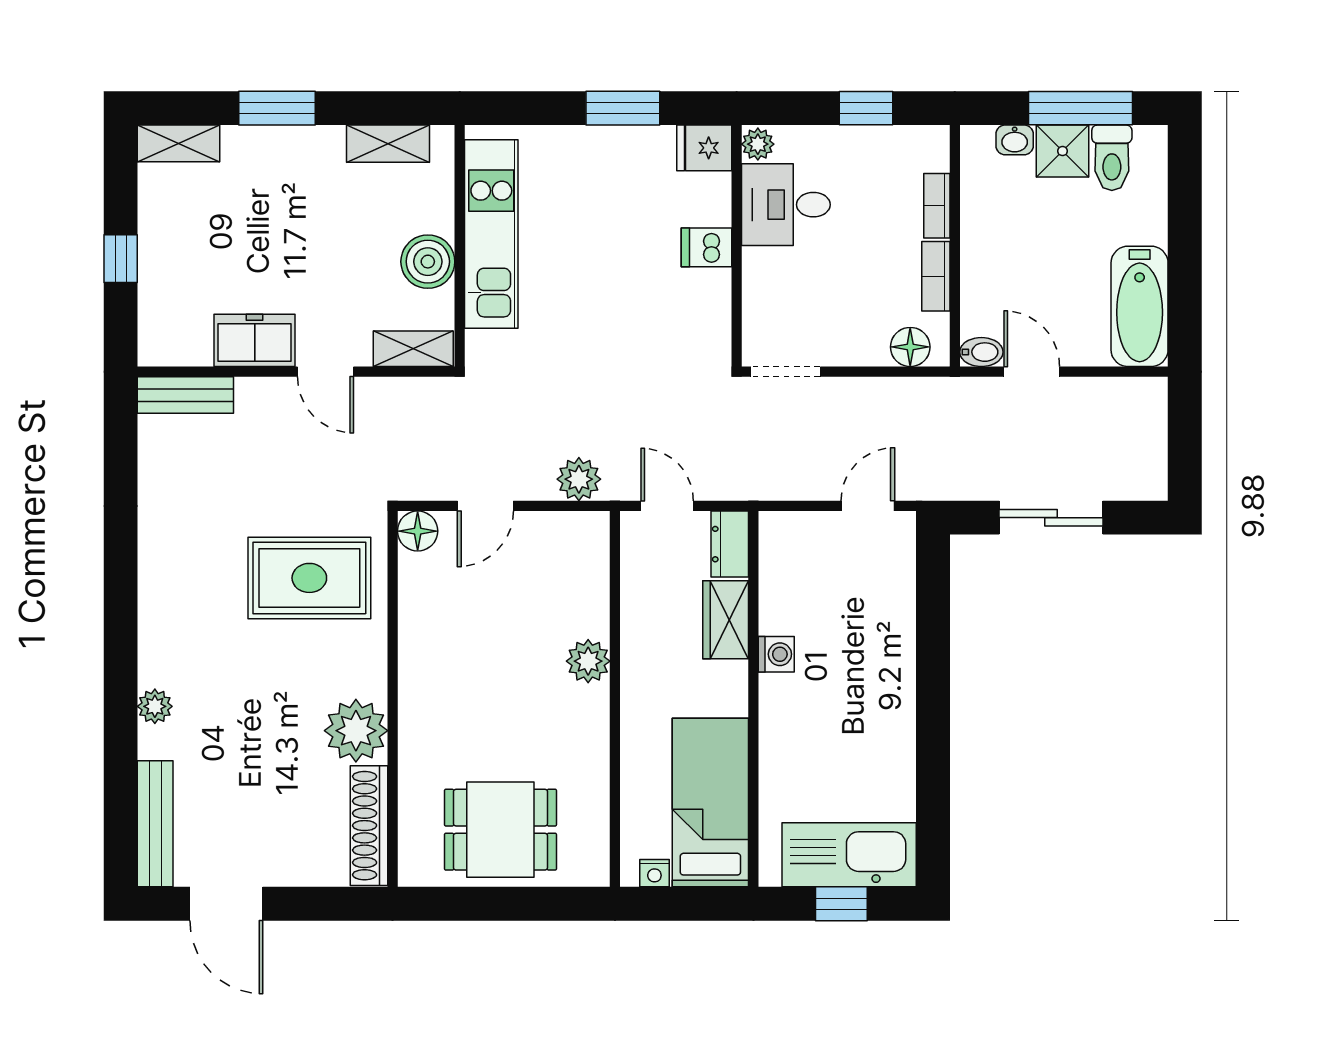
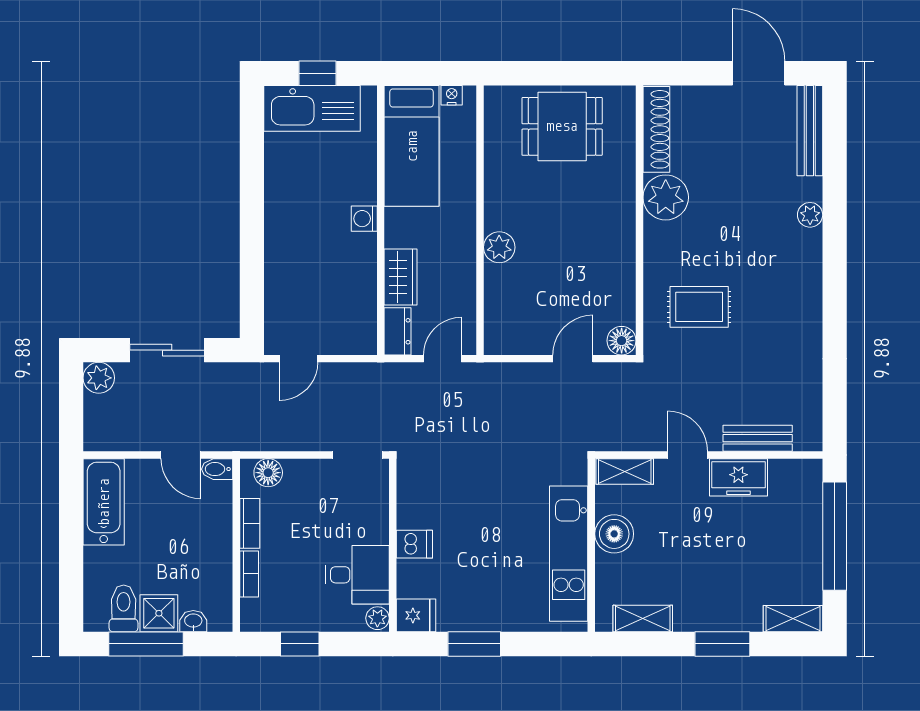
window: (121, 259) -> (835, 536), width x3.17
bench: (185, 395) -> (758, 438), moved
plant: (579, 479) -> (99, 378), moved
door: (667, 506) -> (443, 359), swing flipped
rug: (309, 578) -> (699, 307), width x0.73, depth x0.70
washing machine: (776, 654) -> (364, 219), moved

